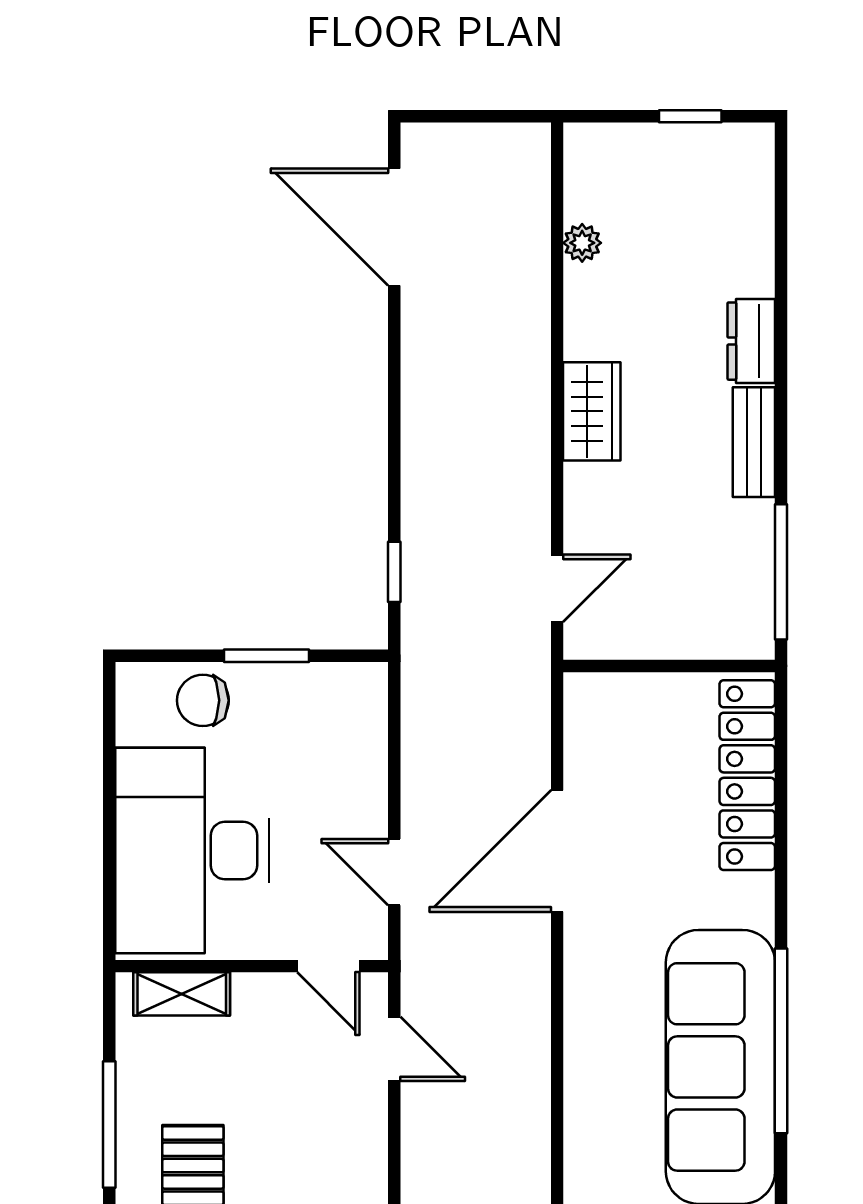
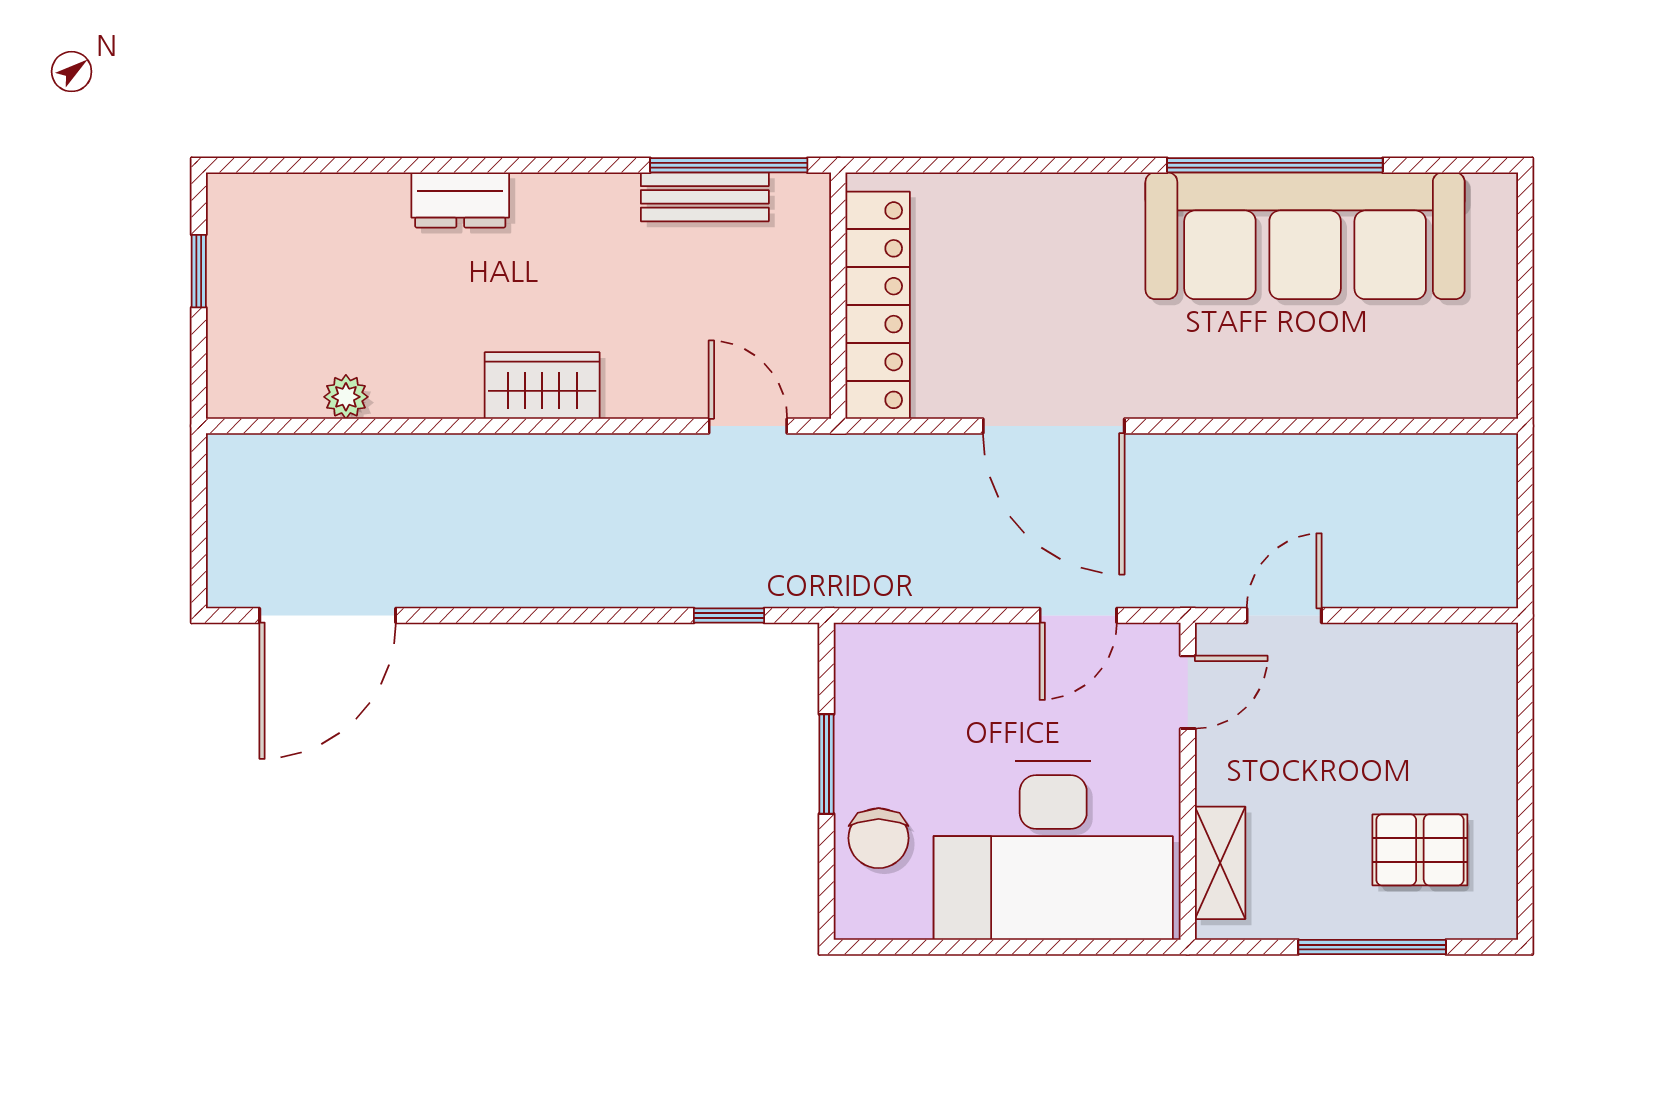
bench: (754, 442) -> (705, 197), moved
locker: (747, 775) -> (878, 305), moved, turned -90

